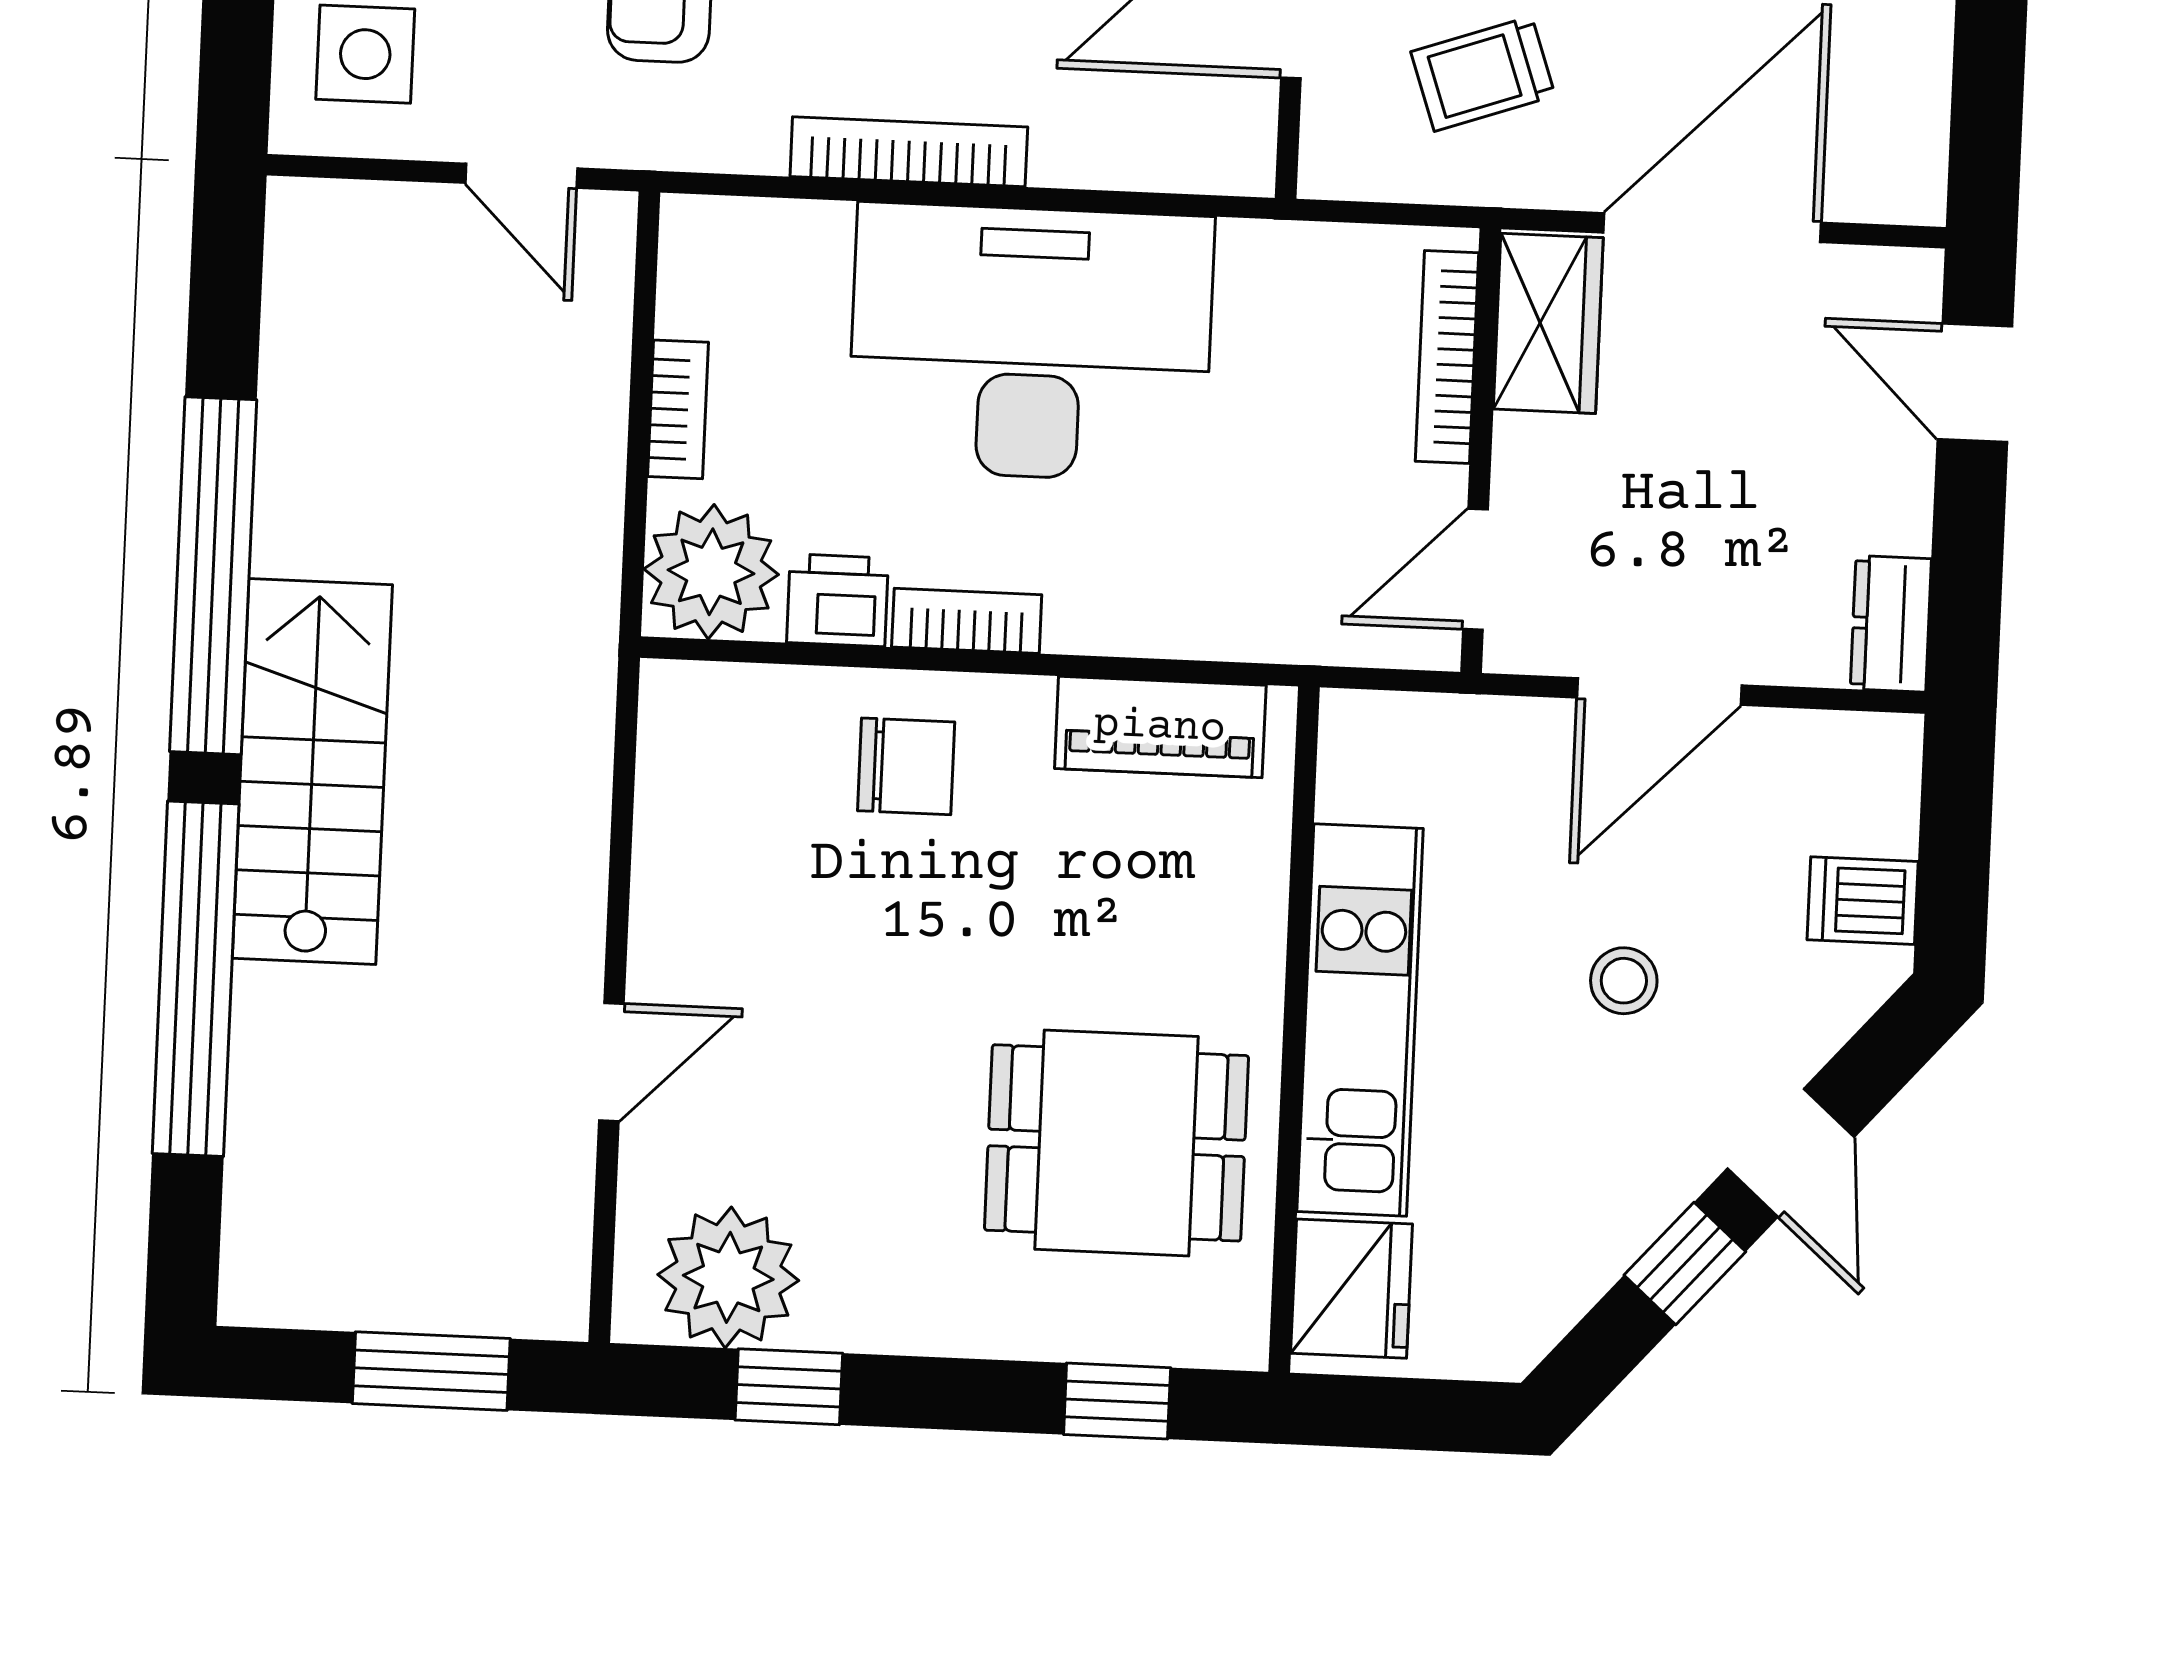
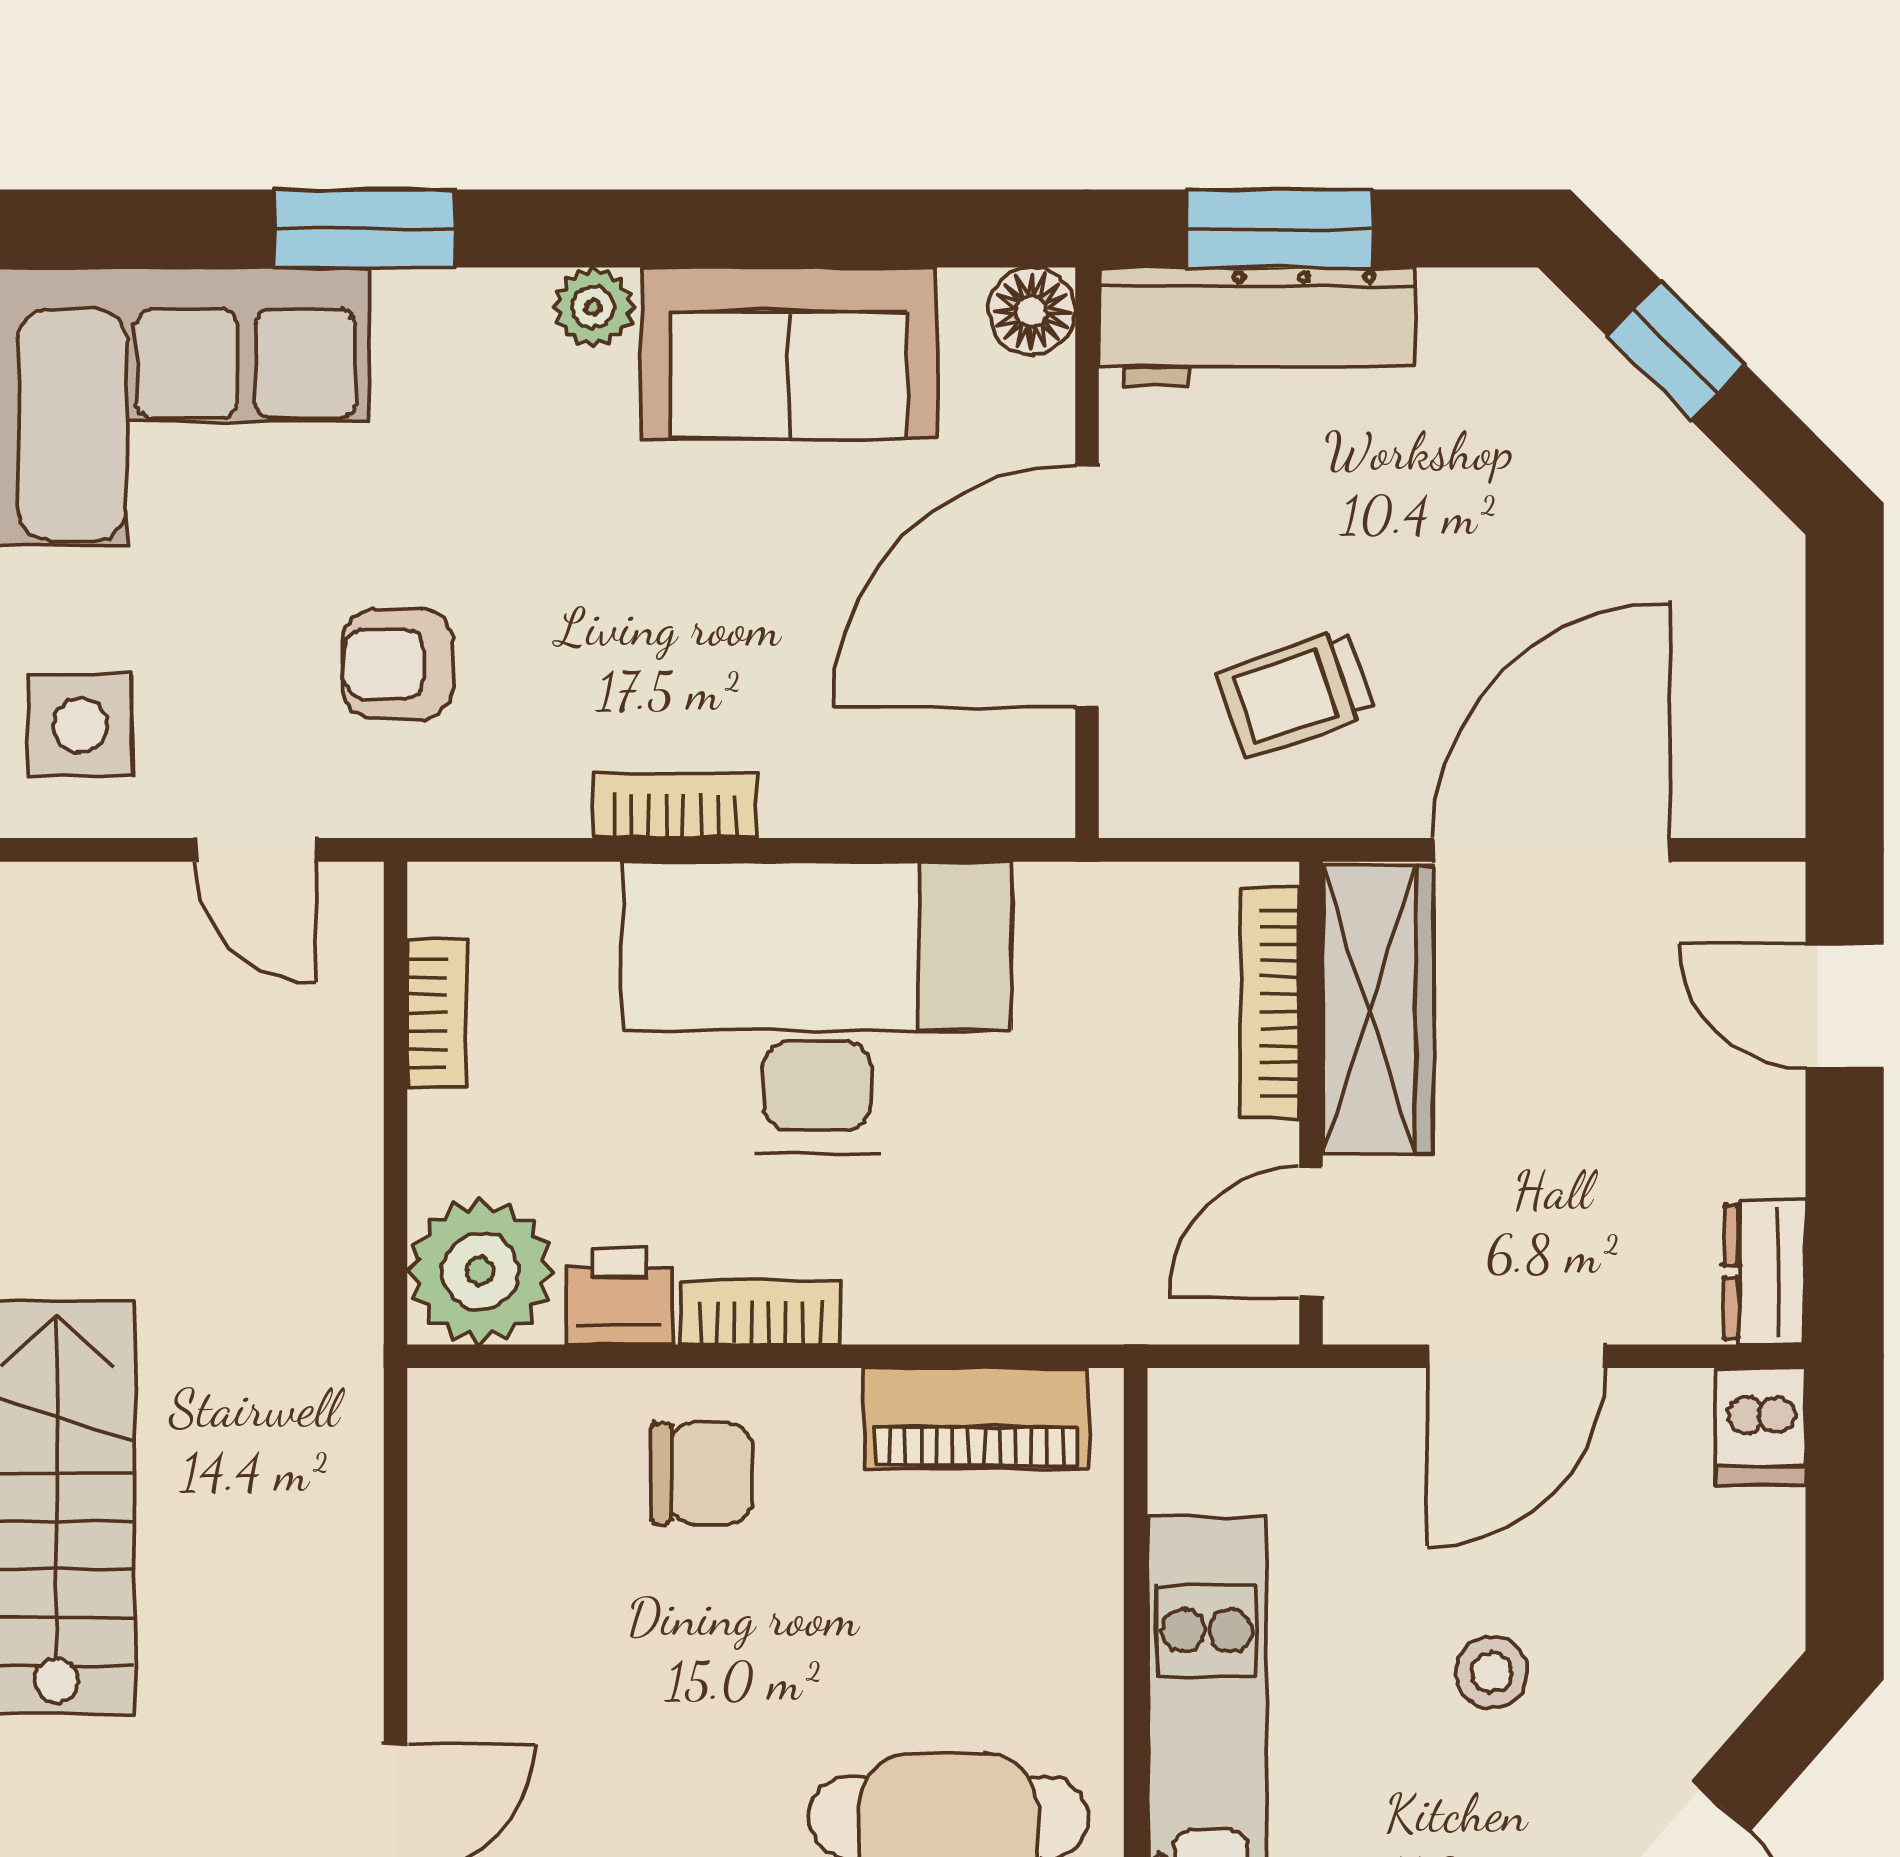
bookcase: (909, 152) -> (675, 805), width x0.64
wardrobe: (1548, 323) -> (1378, 1010), width x1.50
bookcase: (678, 409) -> (437, 1013), moved
dishwasher: (1863, 901) -> (1760, 1426), moved, turned -90

